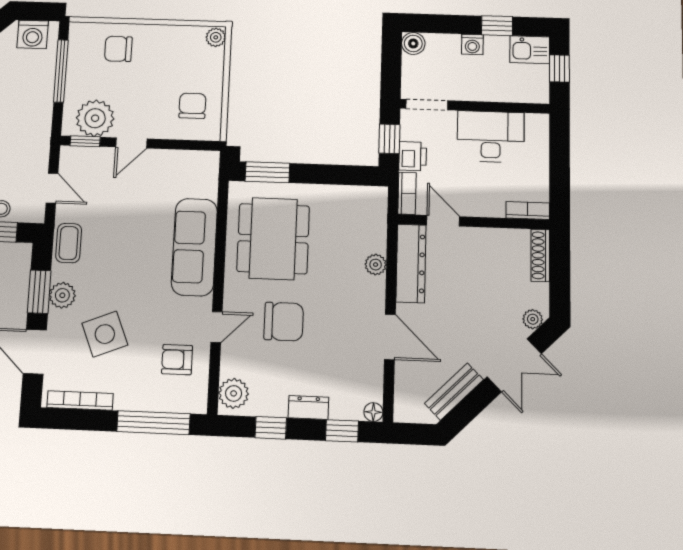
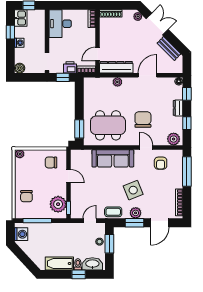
desk: (491, 137) -> (60, 24), moved
door: (131, 143) -> (69, 176), moved
side table: (105, 334) -> (133, 190), moved

